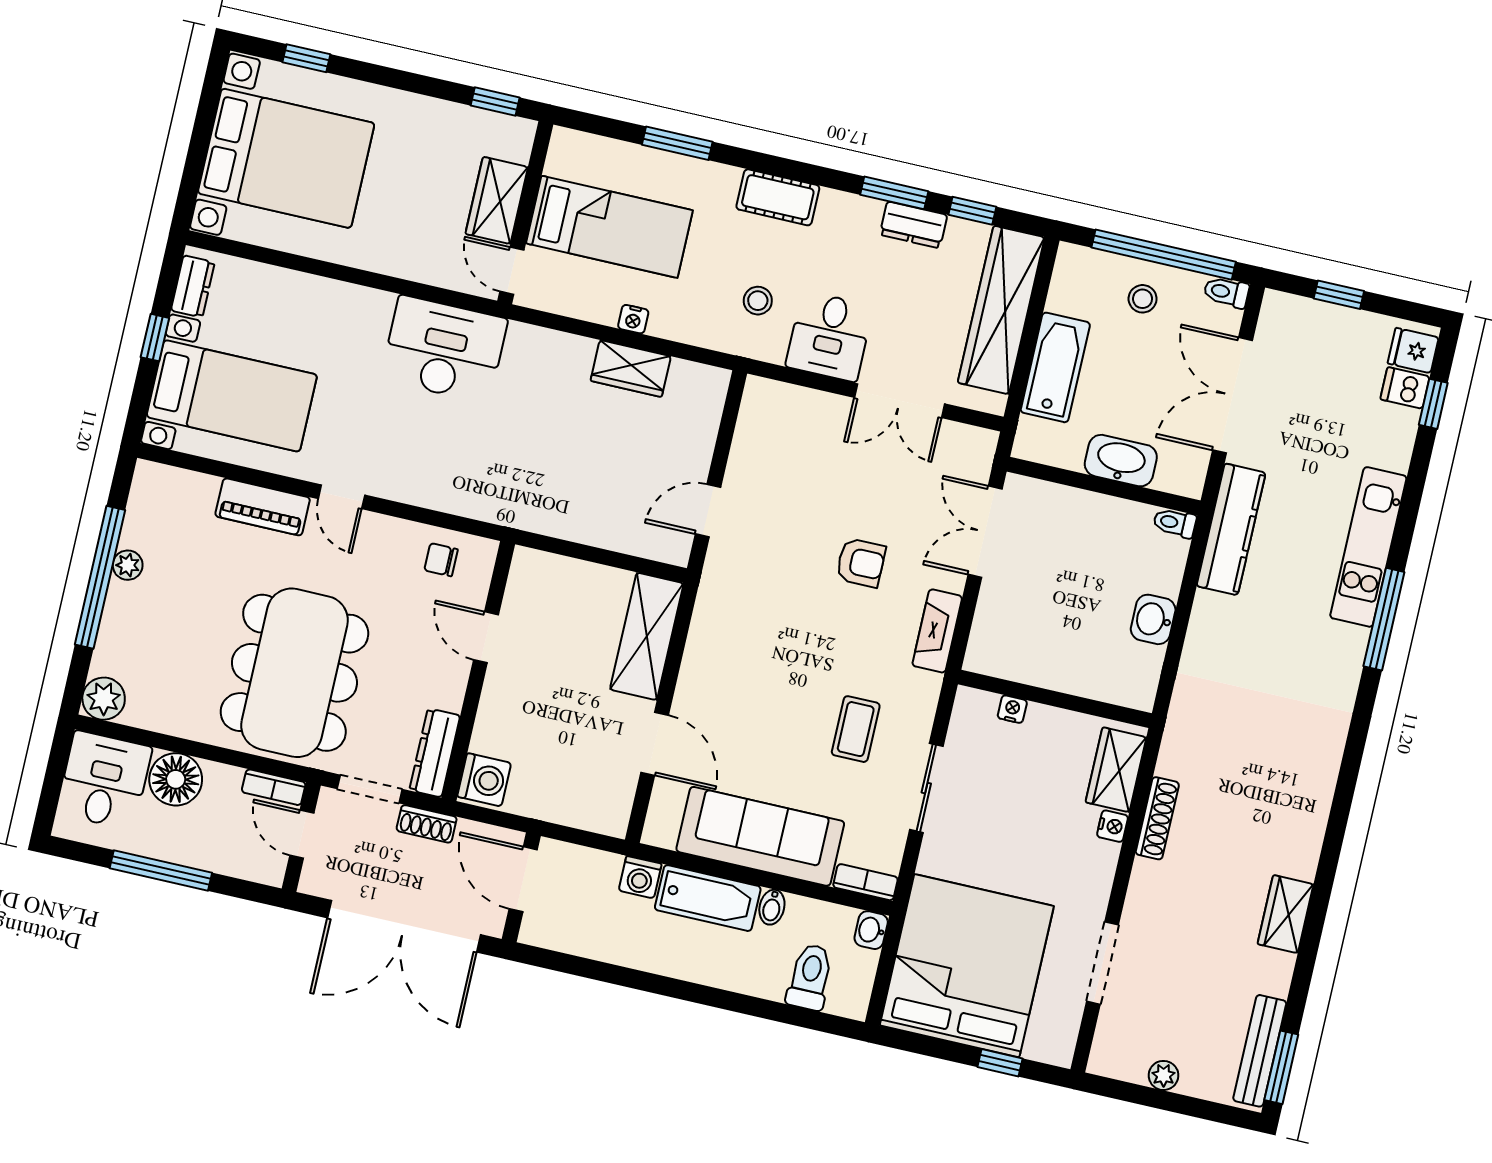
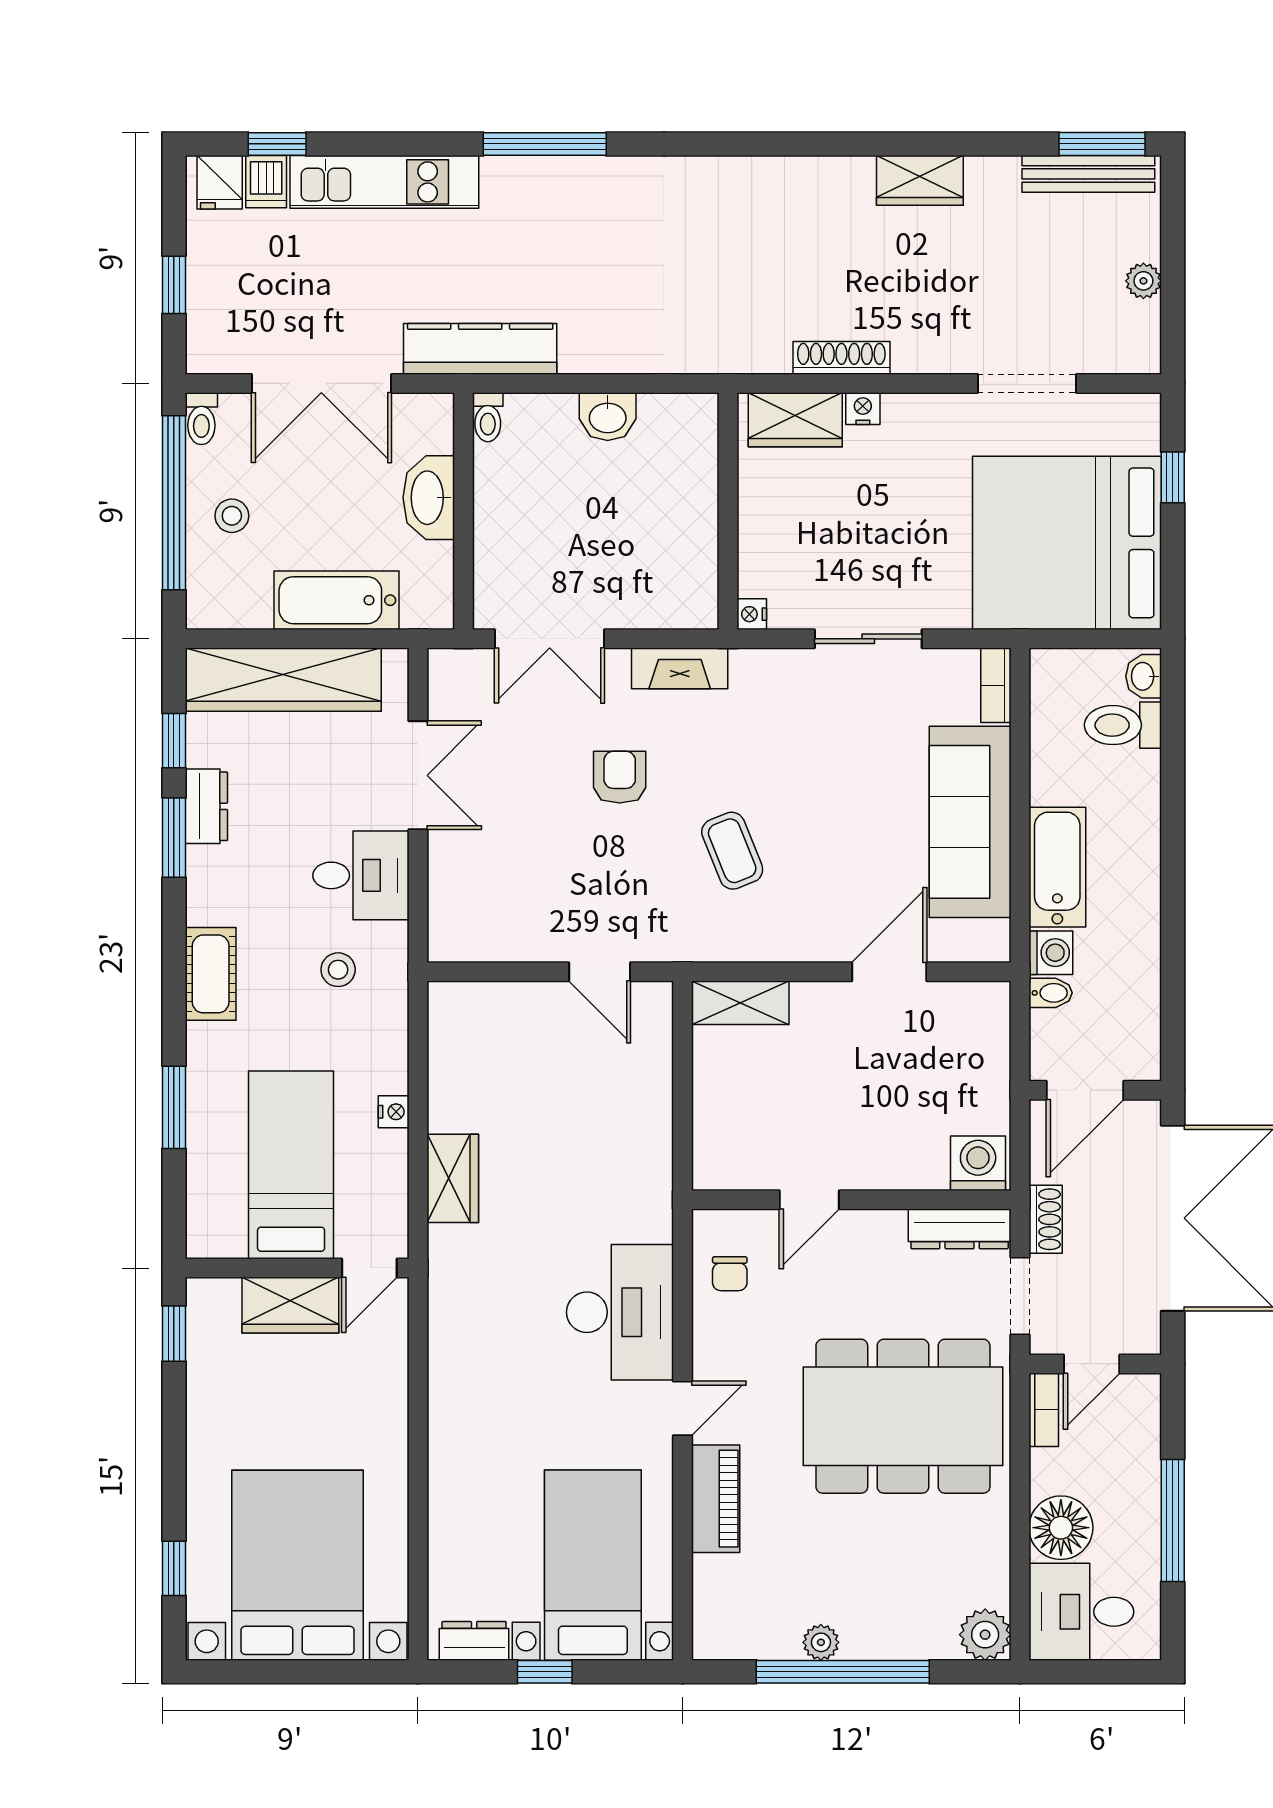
desk: (444, 349) -> (620, 1312), moved, turned 180
wardrobe: (631, 369) -> (453, 1178), moved
kitchen unit: (1368, 547) -> (384, 182), moved
shelving: (647, 636) -> (740, 1003), width x0.67, depth x0.75
nightstand: (1012, 709) -> (752, 614), moved
coffee table: (856, 729) -> (732, 851), moved, turned 68
bidet: (772, 907) -> (1051, 993), moved
washbasin: (871, 930) -> (1144, 676), moved, turned 90

